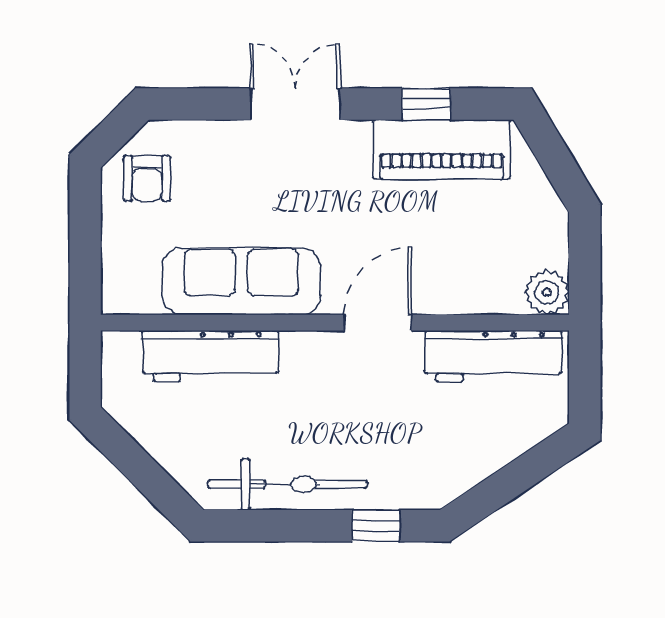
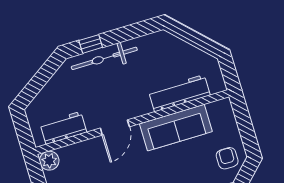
workbench: (493, 356) -> (63, 128), width x0.73
bicycle: (288, 484) -> (104, 58), moved

